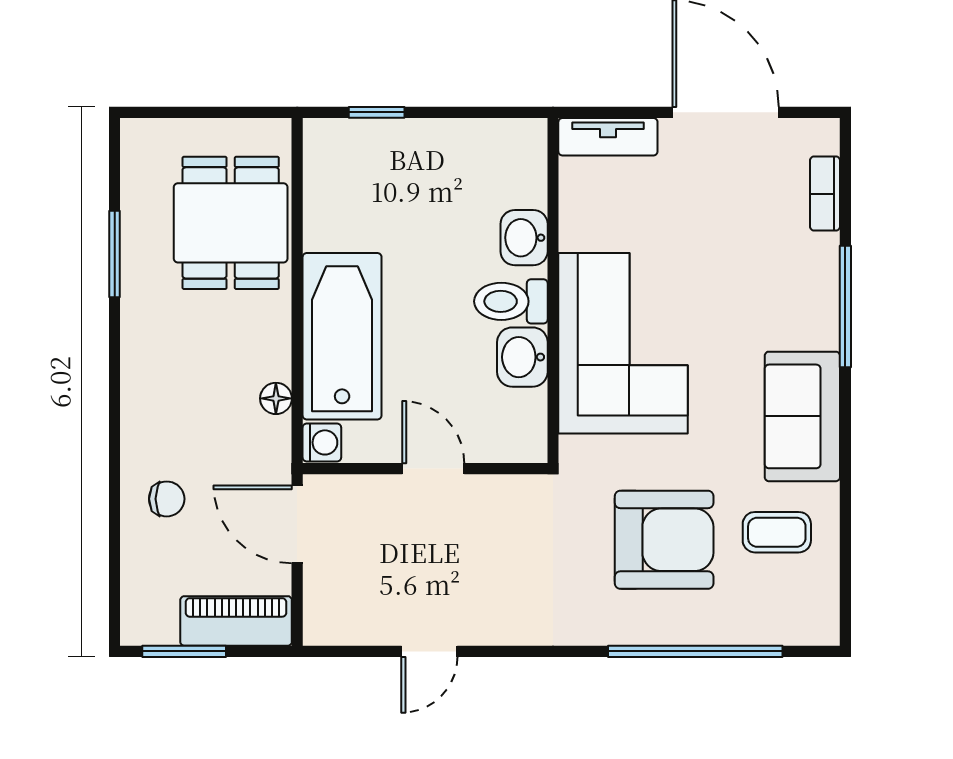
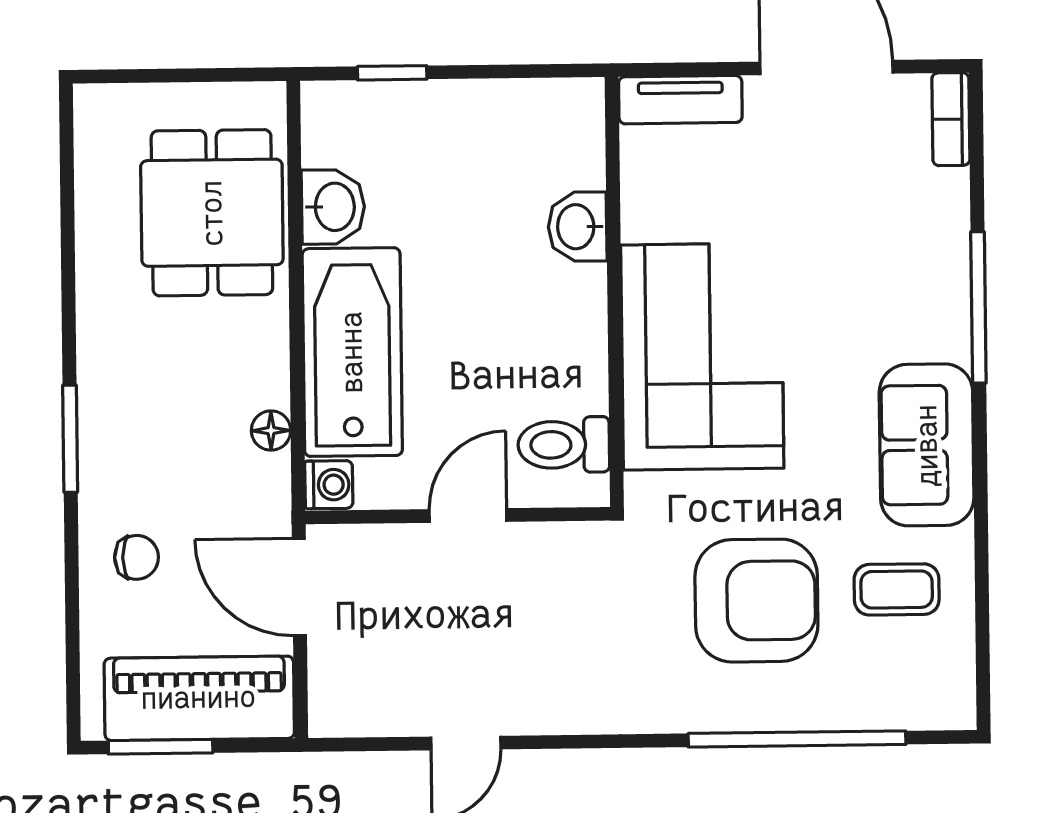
bookcase: (825, 194) -> (951, 119), moved
window: (115, 254) -> (70, 439), moved
toilet: (511, 301) -> (564, 445), moved
washbasin: (522, 357) -> (333, 207), moved, turned 180
door: (433, 469) -> (468, 515), hinge flipped
piano: (236, 621) -> (199, 698), width x1.37, depth x1.33

